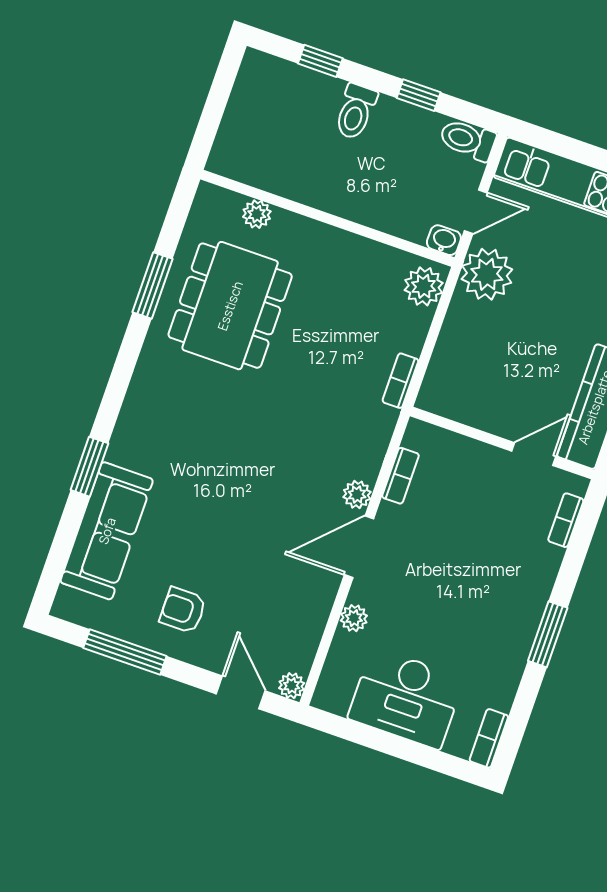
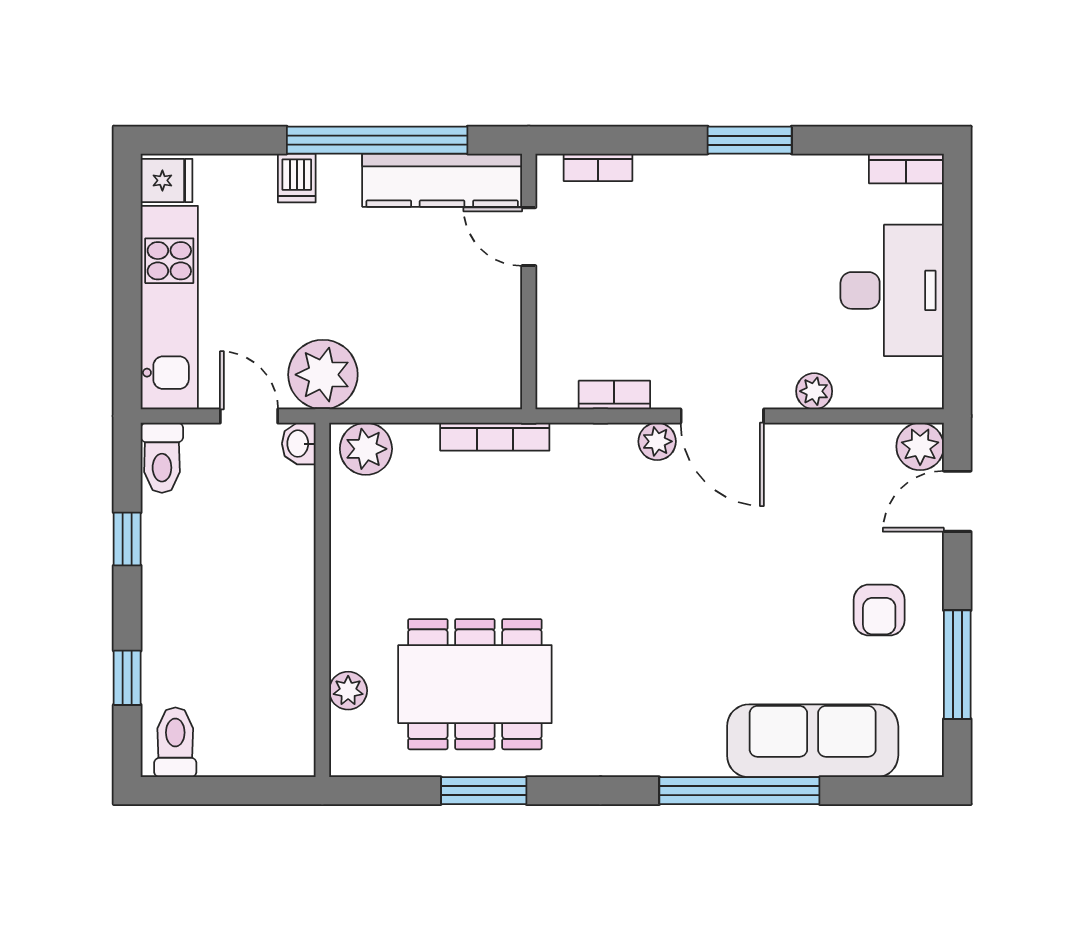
toilet: (356, 112) -> (175, 742), moved, turned -90
bookcase: (400, 381) -> (495, 437), width x1.56
window: (89, 467) -> (739, 791), width x2.11
plant: (292, 686) -> (920, 446), width x1.38, depth x1.38

